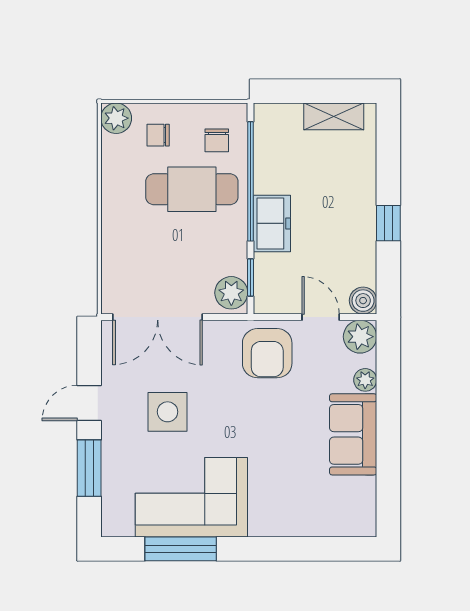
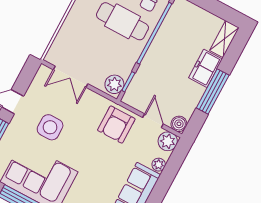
shelving: (334, 116) -> (224, 39), moved, turned 90
freezer: (272, 223) -> (205, 68), moved, turned 180
window: (388, 223) -> (213, 92), width x2.17
double door: (158, 317) -> (71, 77), width x0.73

